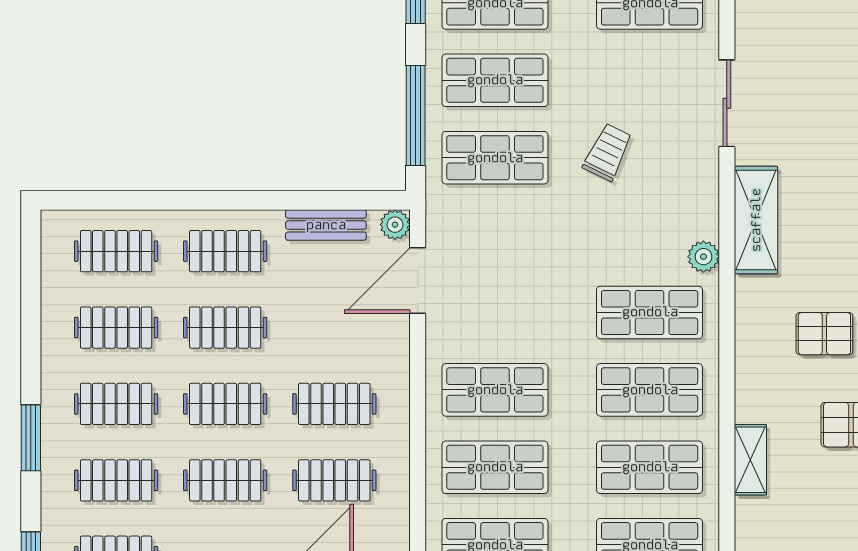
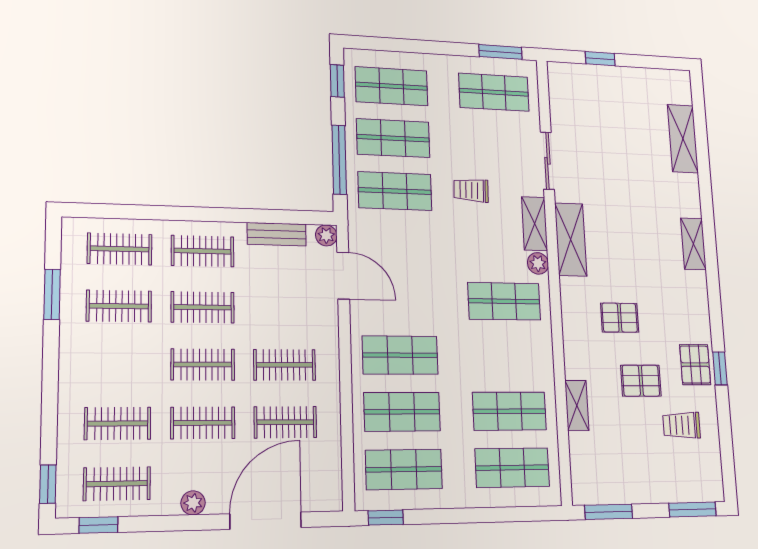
trolley: (608, 152) -> (471, 190), turned -114
shelving: (702, 198) -> (535, 224), added
door: (418, 281) -> (343, 276), swing flipped
shop shelf: (650, 390) -> (507, 356), removed
clothes rail: (116, 404) -> (118, 364), removed
window: (31, 438) -> (52, 294), moved

